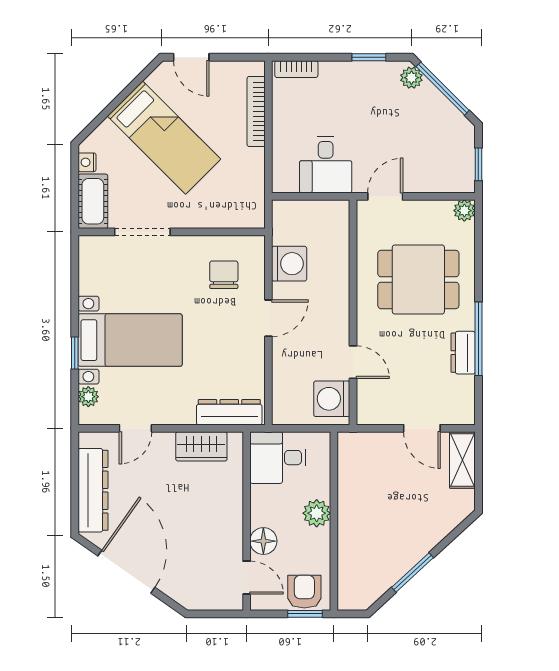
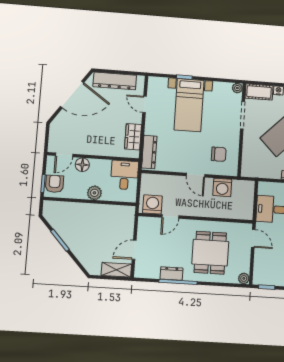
plant: (88, 397) -> (237, 88), moved
armchair: (304, 592) -> (54, 184), turned -90

